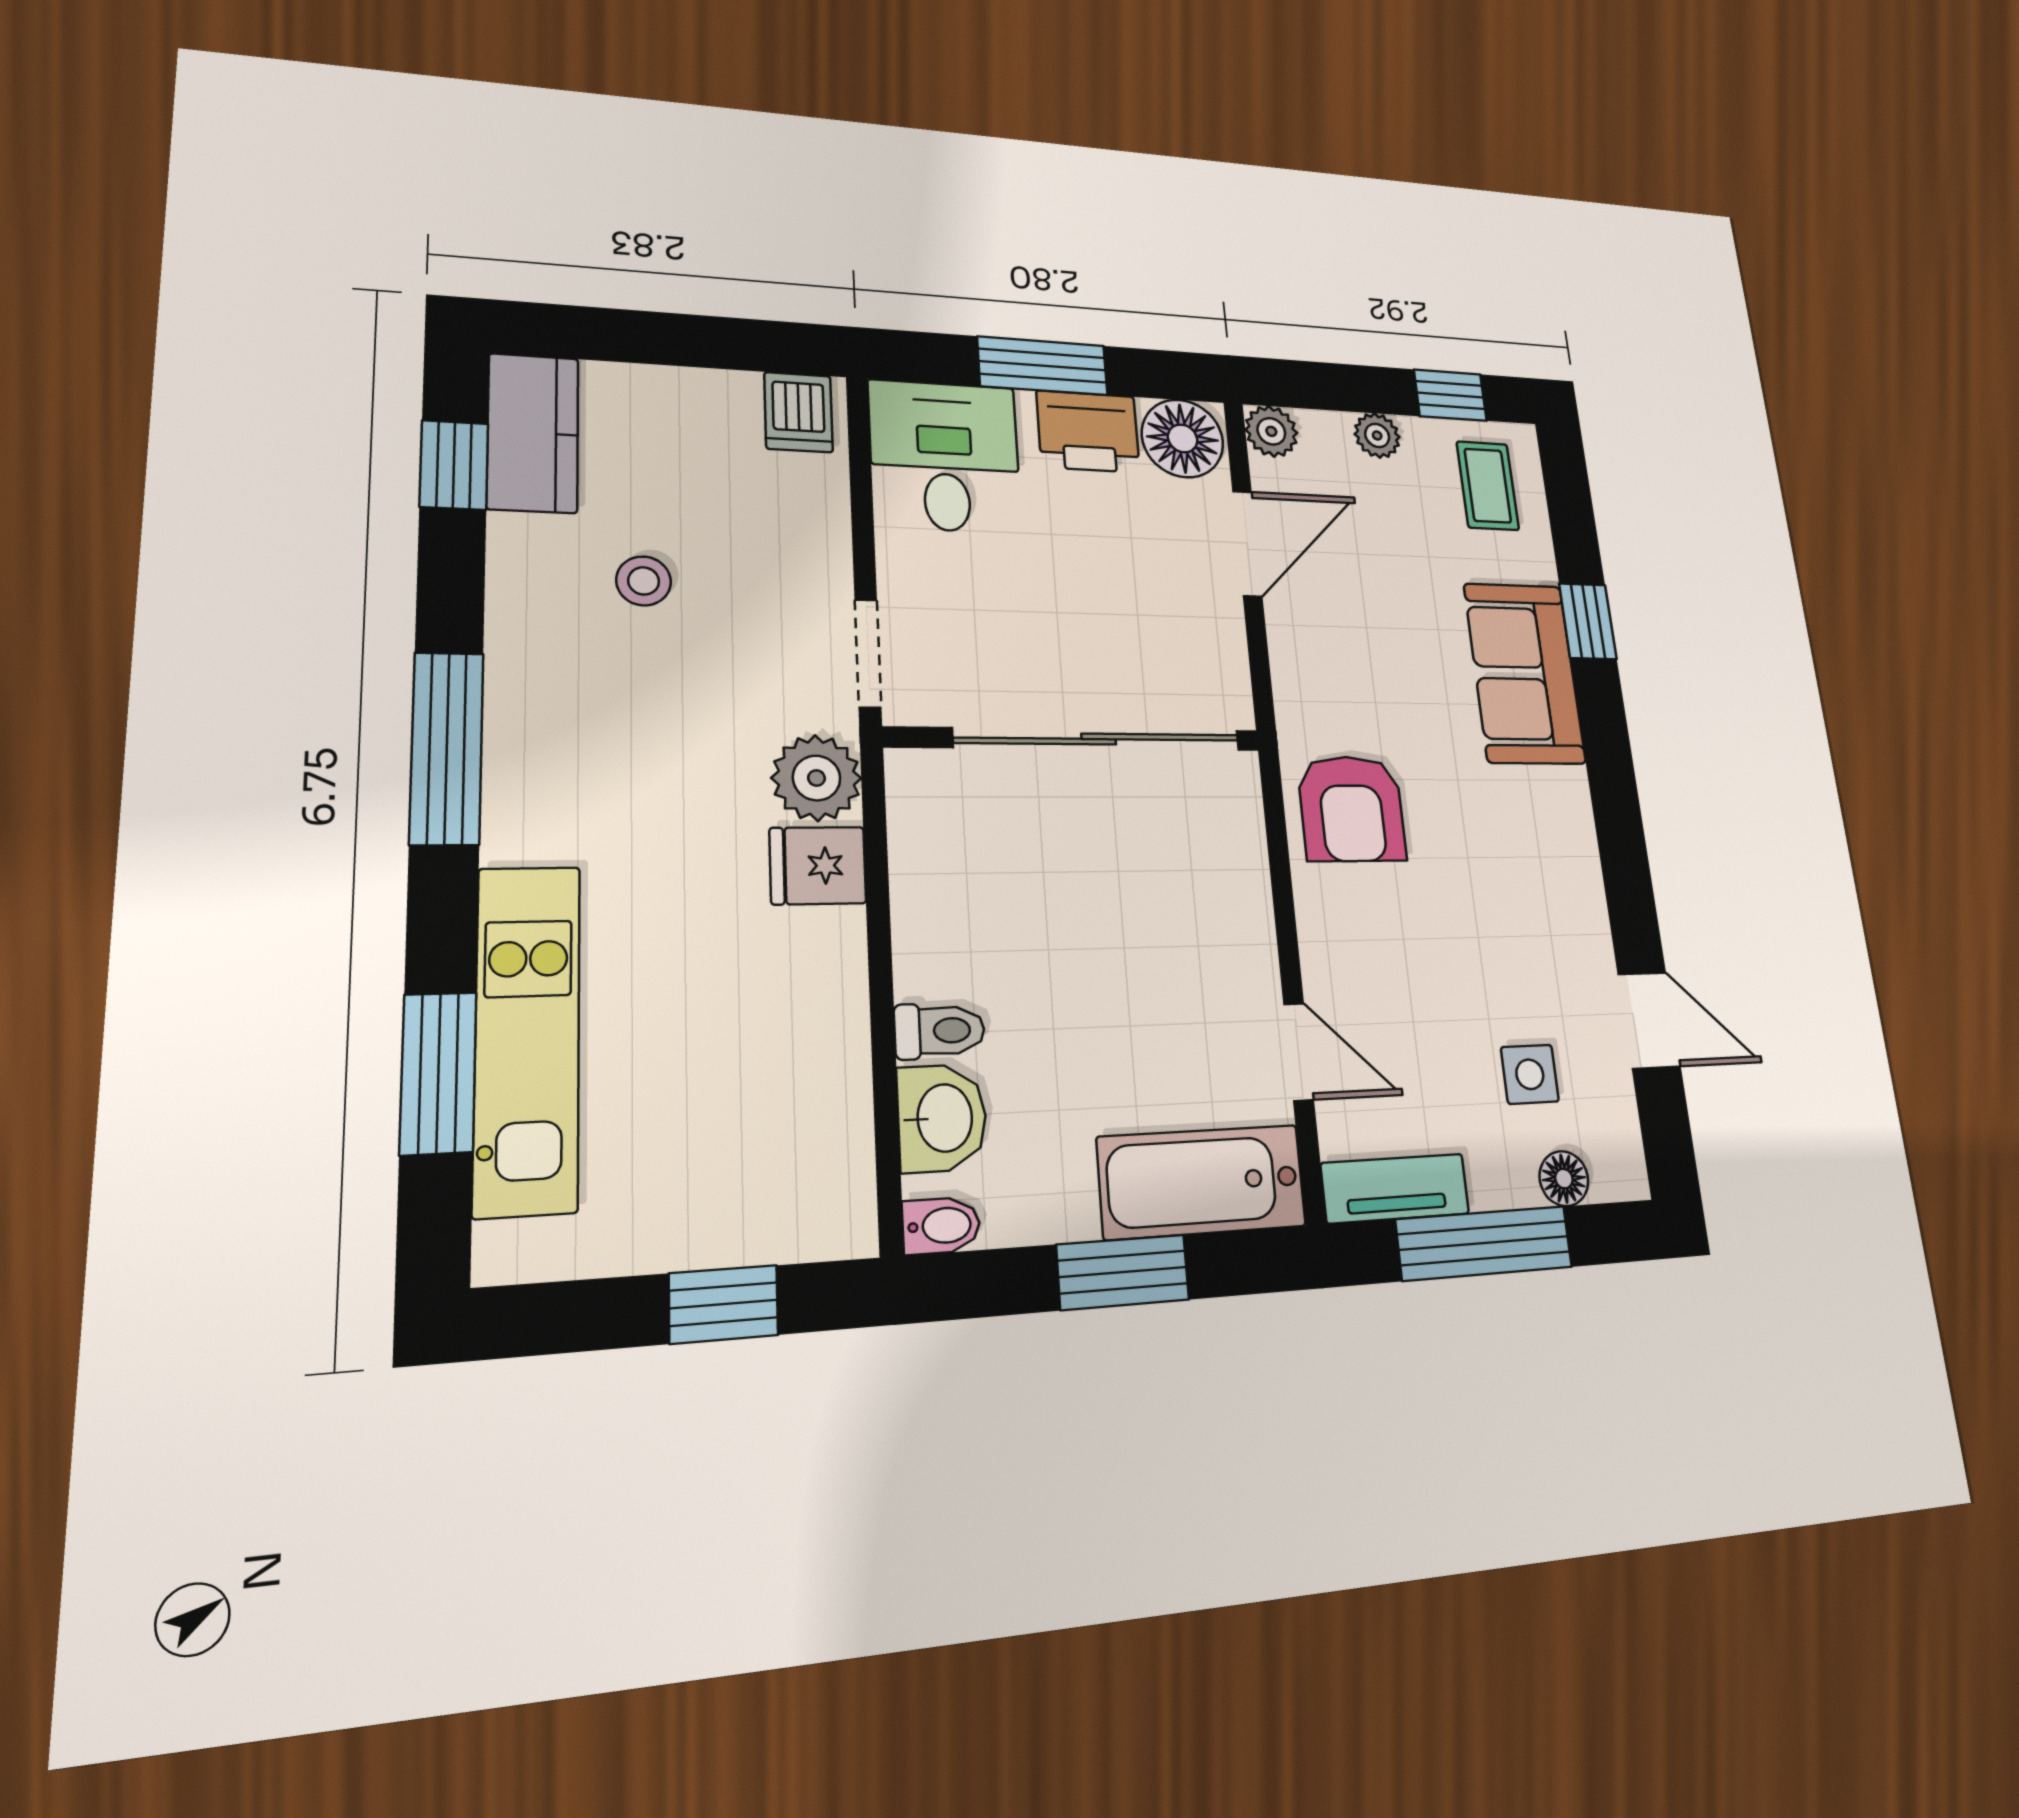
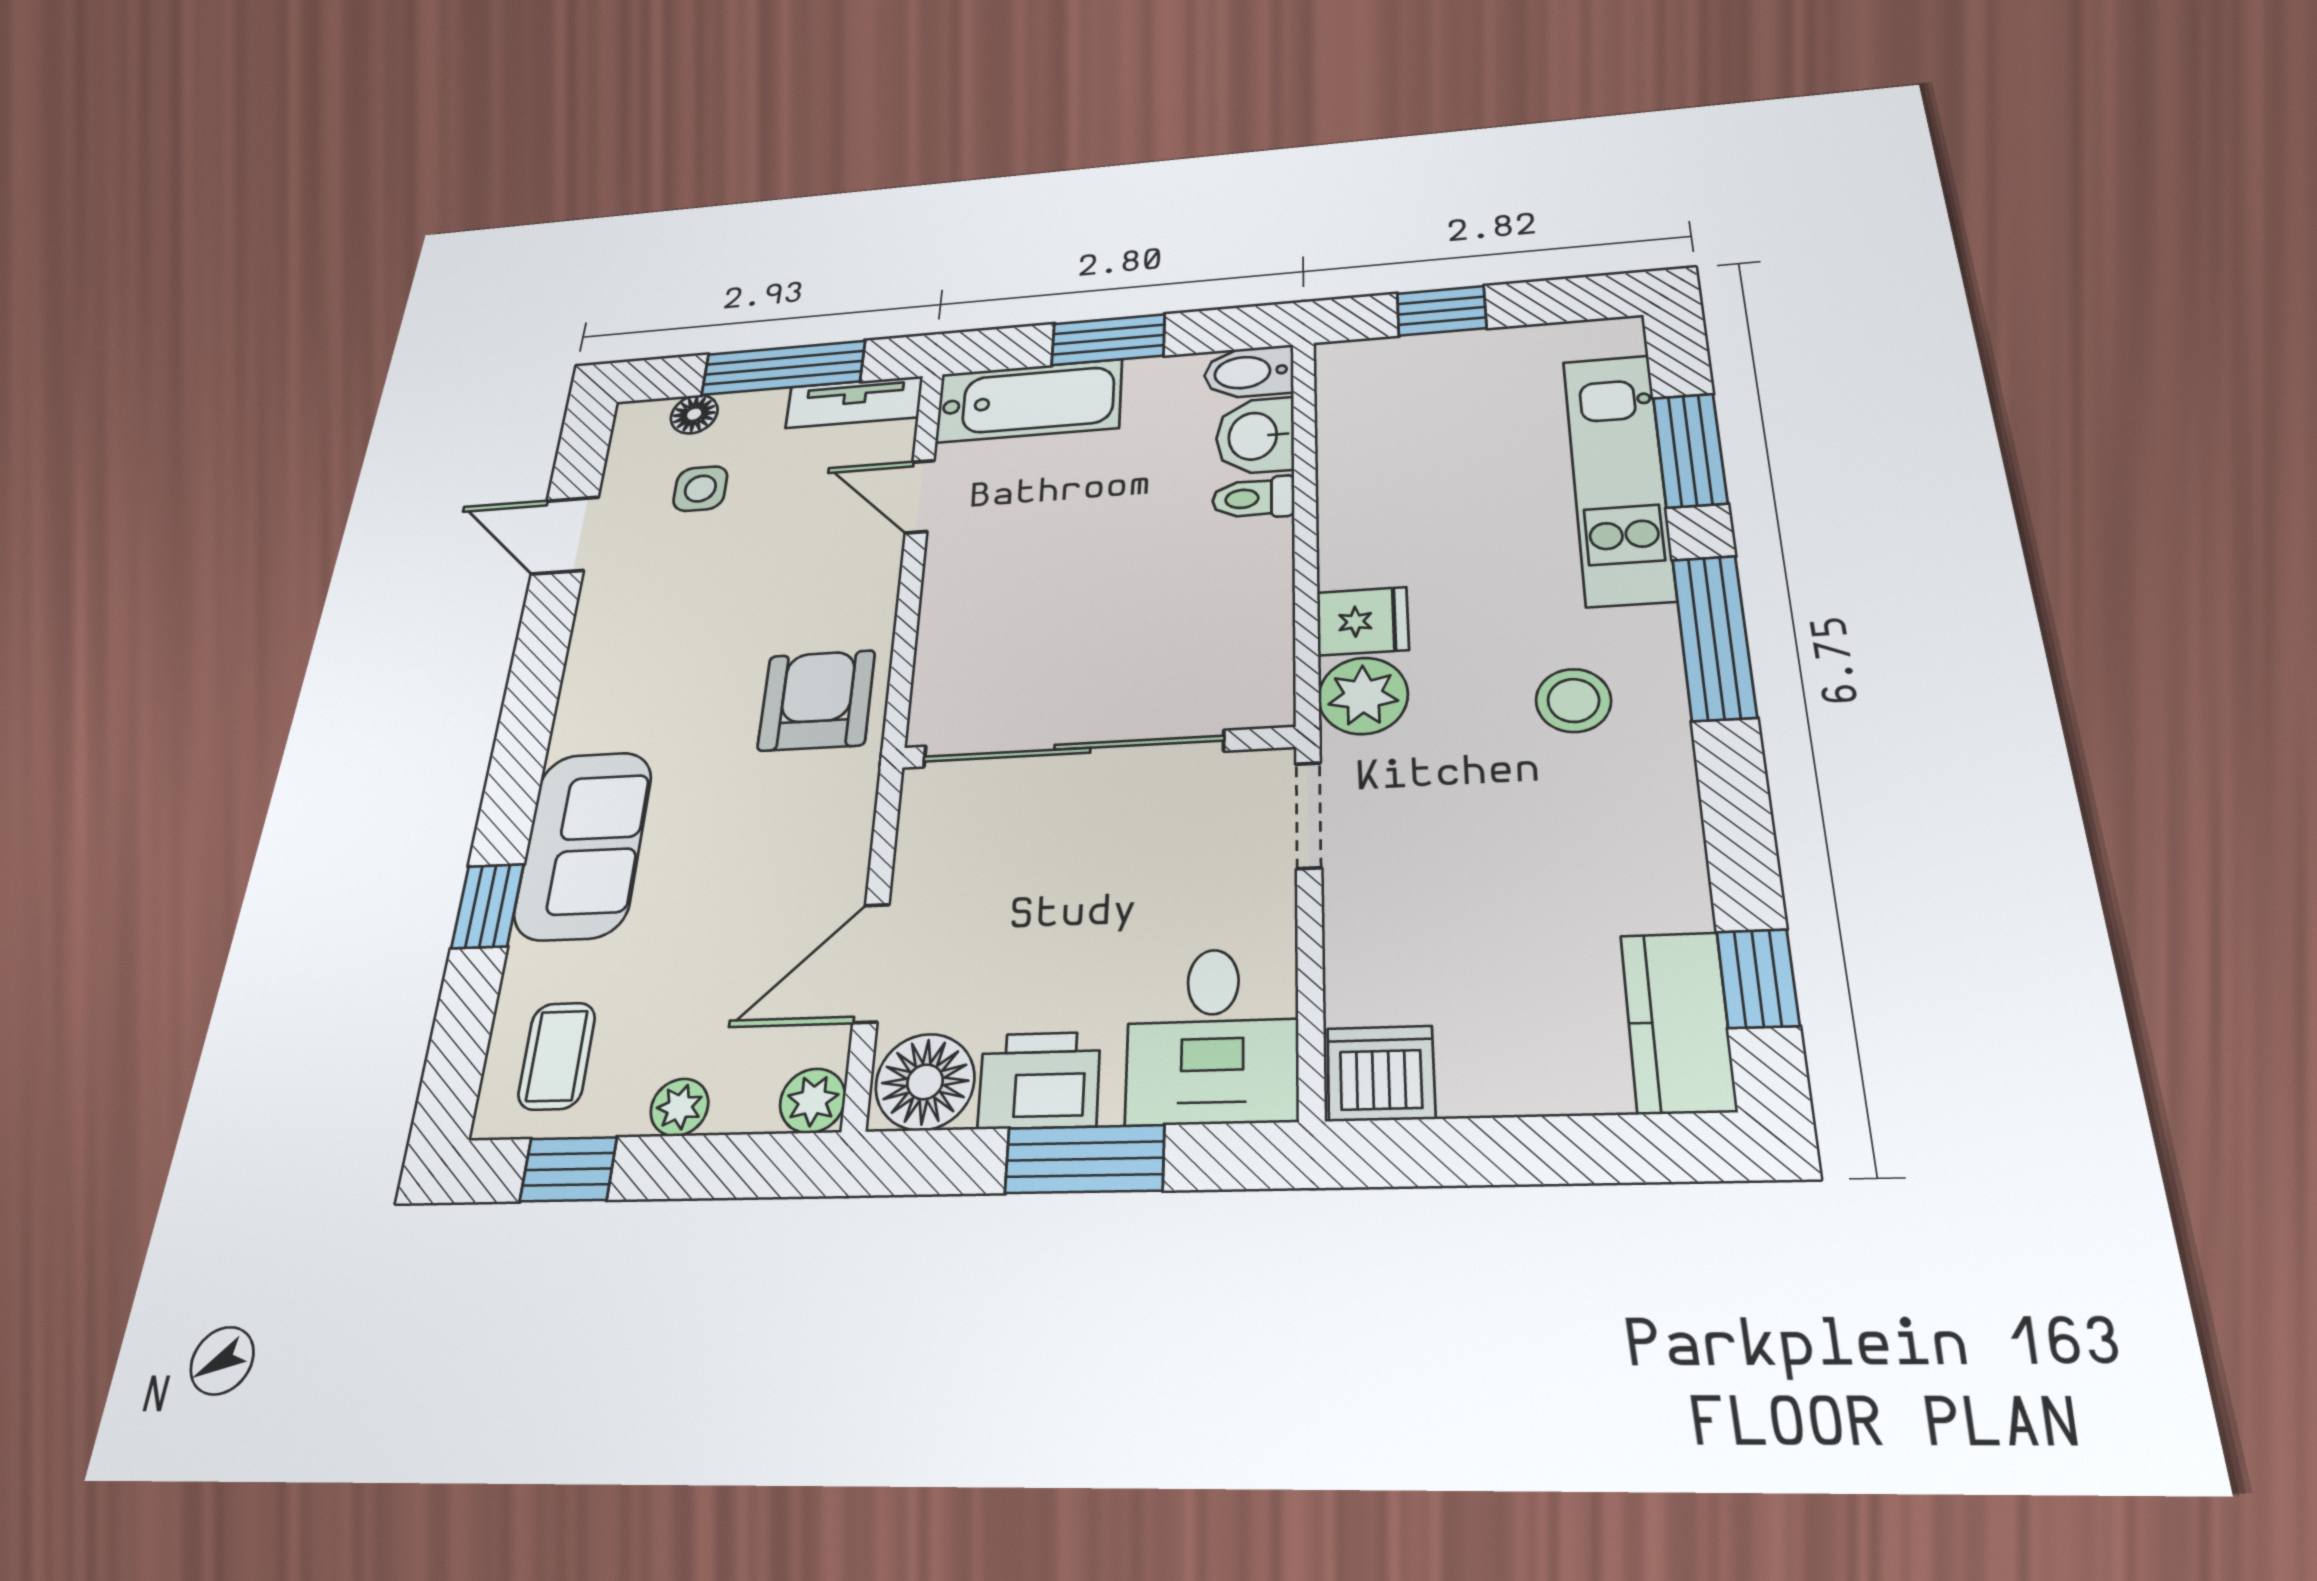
dishwasher: (799, 412) -> (1381, 1073), width x1.38
stool: (644, 581) -> (1573, 700), moved, width x1.37, depth x1.37
window: (447, 748) -> (1714, 637), moved
bidet: (941, 1226) -> (1249, 372), width x1.38, depth x1.36

